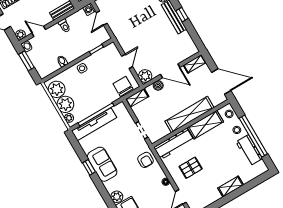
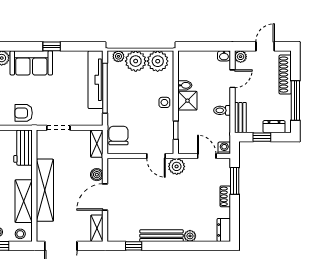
window: (182, 15) -> (134, 246), moved
shower: (72, 53) -> (187, 101), added
window: (26, 61) -> (208, 46), removed
door: (127, 61) -> (156, 156), moved
plant: (145, 76) -> (177, 166), moved
chair: (123, 86) -> (118, 136), turned -90
workbench: (174, 144) -> (23, 148), width x0.73
sofa: (102, 164) -> (31, 63), moved

